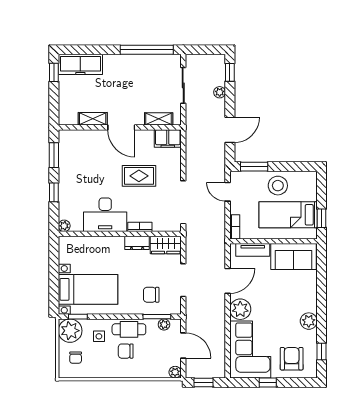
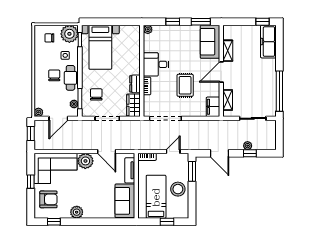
window: (230, 72) -> (250, 153), moved
sofa: (81, 143) -> (210, 42), added
desk: (105, 215) -> (156, 64), width x0.73
window: (322, 218) -> (167, 222), moved

